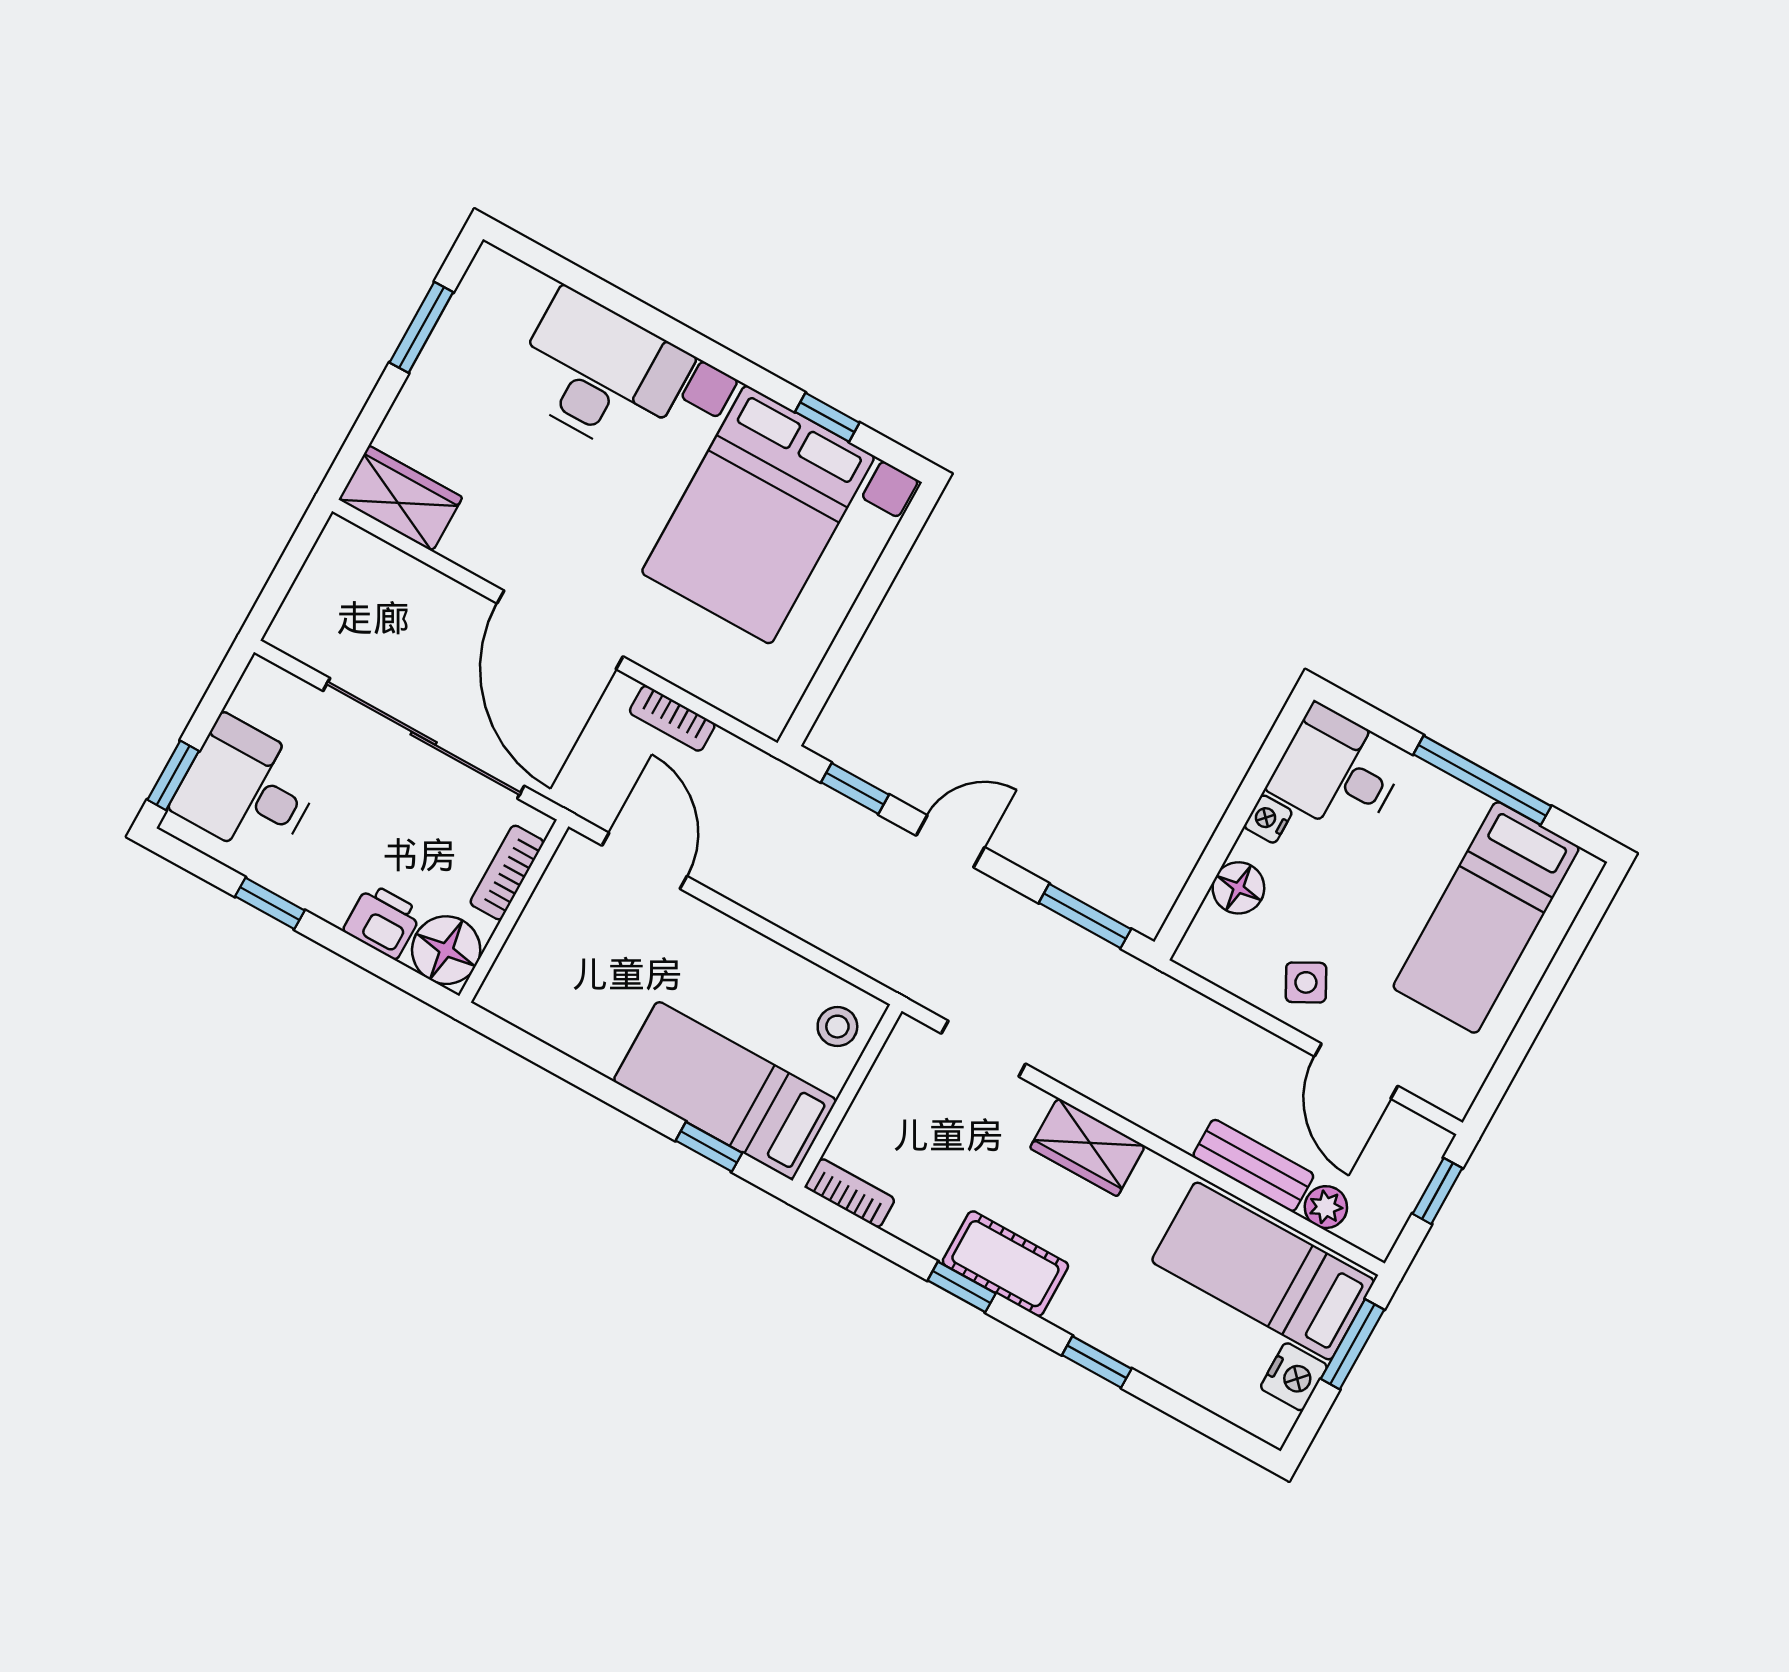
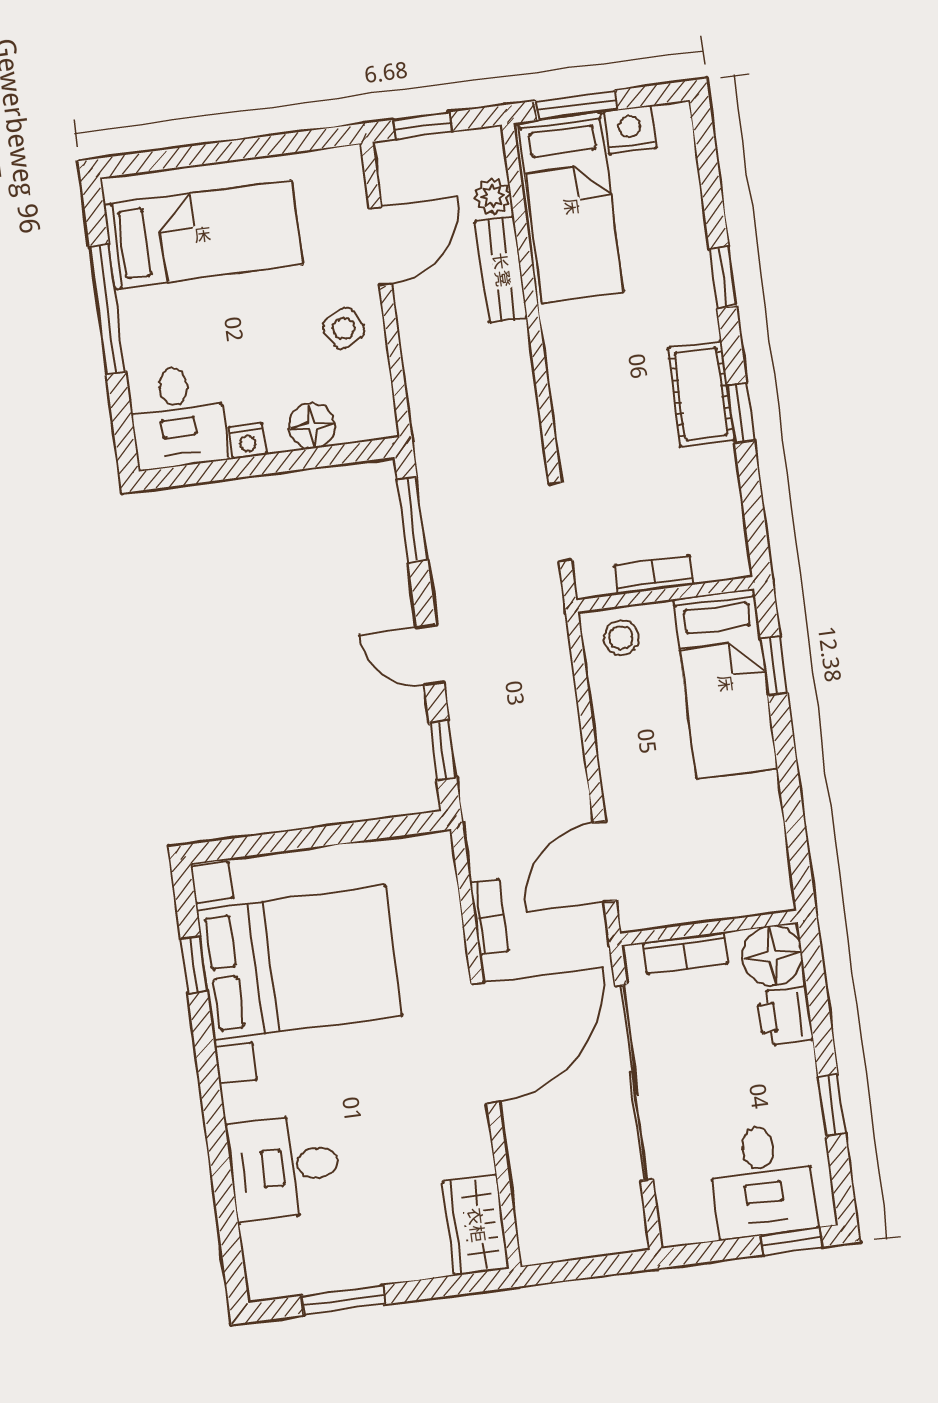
desk: (601, 373) -> (284, 1167), width x0.73
wardrobe: (1088, 1147) -> (575, 397), removed
bookcase: (850, 1193) -> (654, 575), moved, turned 90

